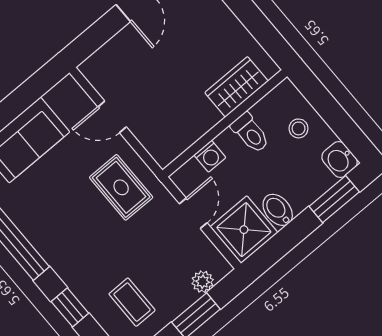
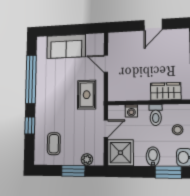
bidet: (278, 210) -> (153, 156), moved

